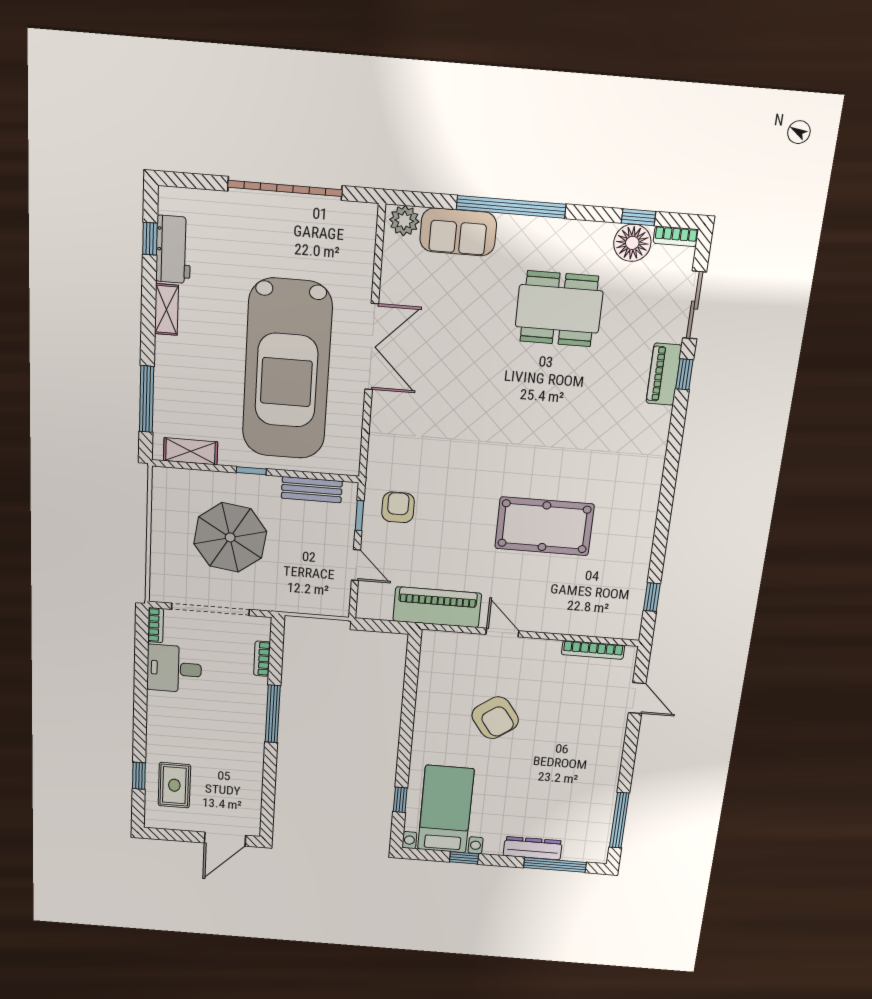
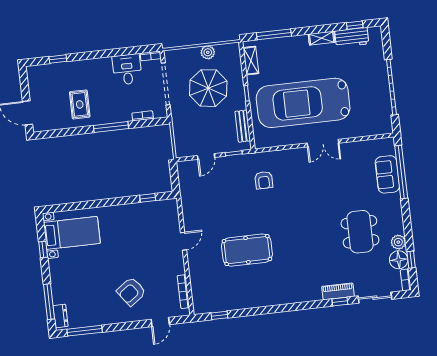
window: (511, 207) -> (401, 172), moved
plant: (404, 221) -> (398, 242), moved
double door: (372, 347) -> (323, 143), width x0.73
armchair: (398, 507) -> (264, 180), moved, turned 90
plant: (163, 526) -> (208, 52), added
pool table: (544, 526) -> (247, 250), turned 90
piano: (437, 607) -> (191, 204), removed
armchair: (495, 718) -> (131, 292), moved
rug: (174, 785) -> (80, 104), moved, turned 90
window: (400, 800) -> (148, 198), moved
dresser: (533, 848) -> (60, 316), moved, width x0.70

